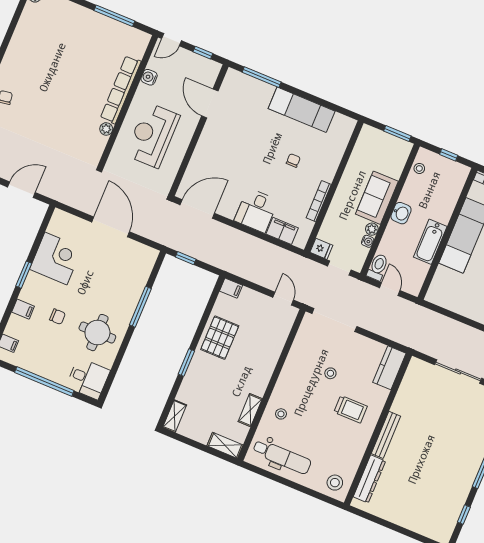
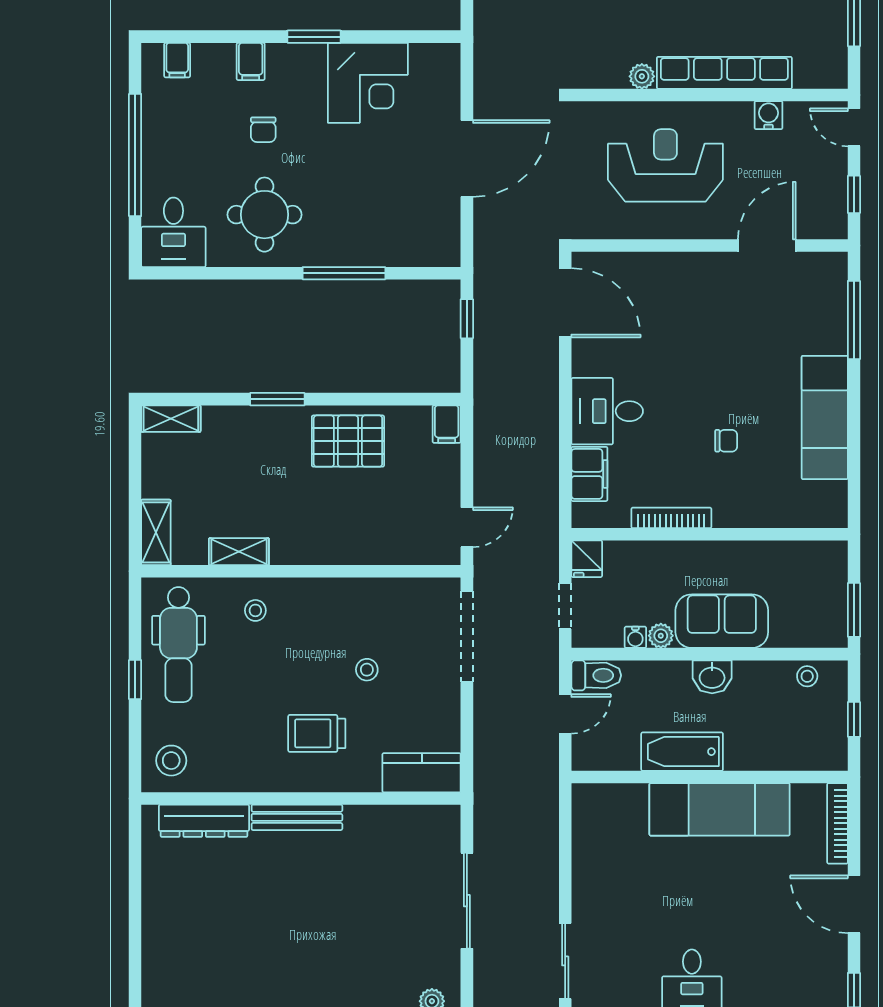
trolley: (350, 409) -> (317, 733), turned 90
window: (290, 484) -> (135, 680), added

